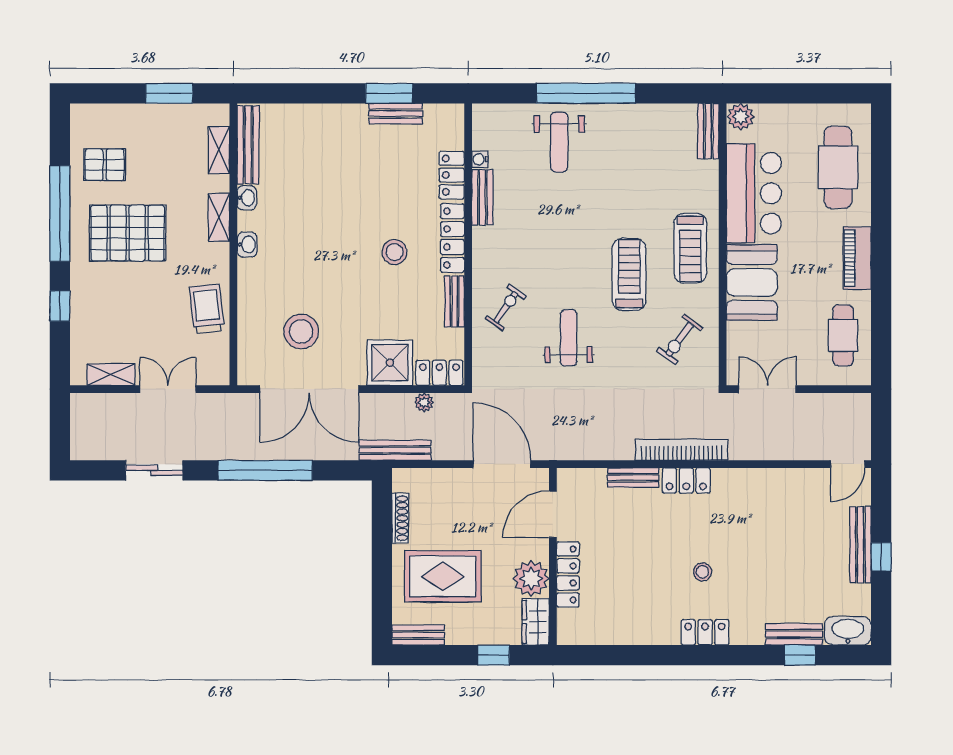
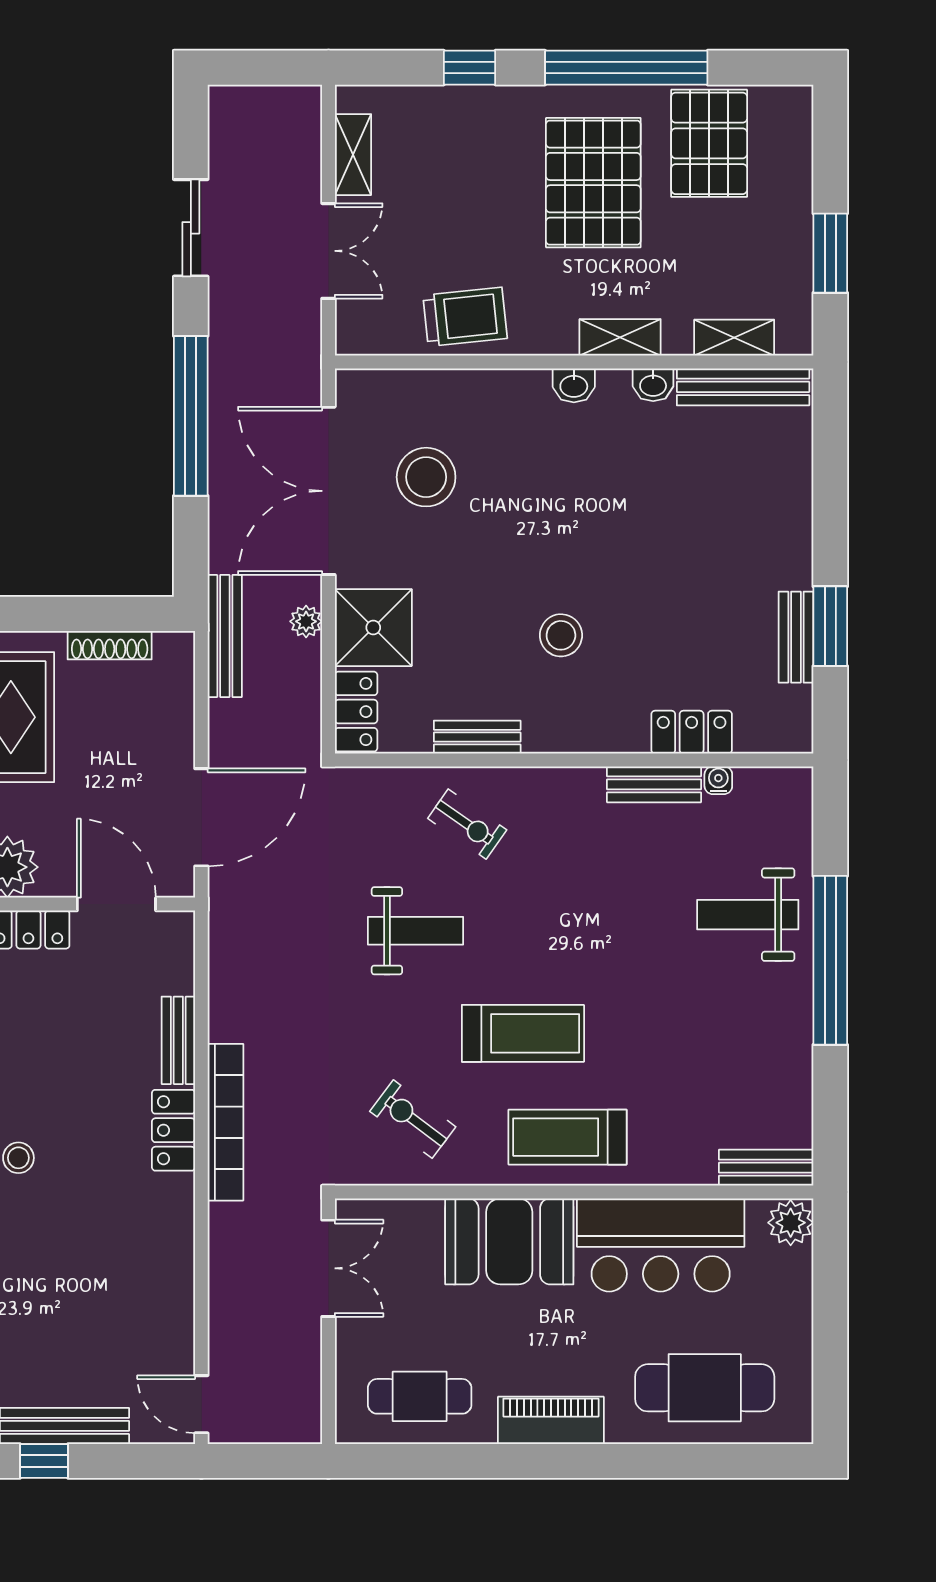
pallet: (104, 165) -> (709, 143), width x1.50, depth x1.42
locker: (452, 238) -> (585, 734), removed
plant: (424, 402) -> (306, 621), moved

